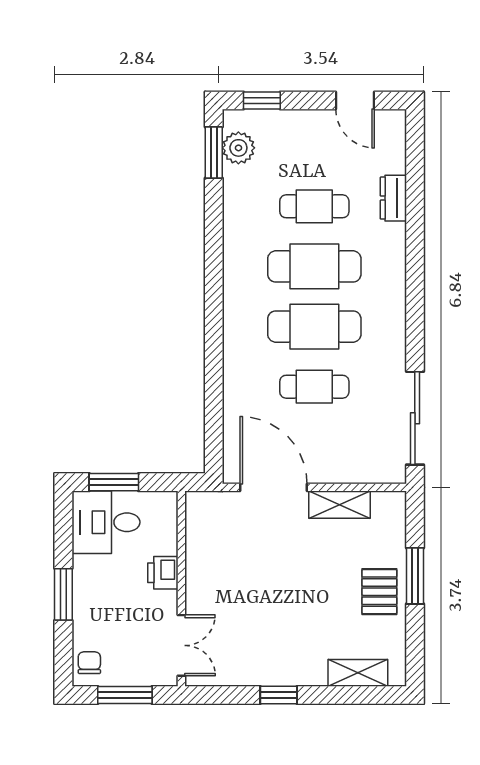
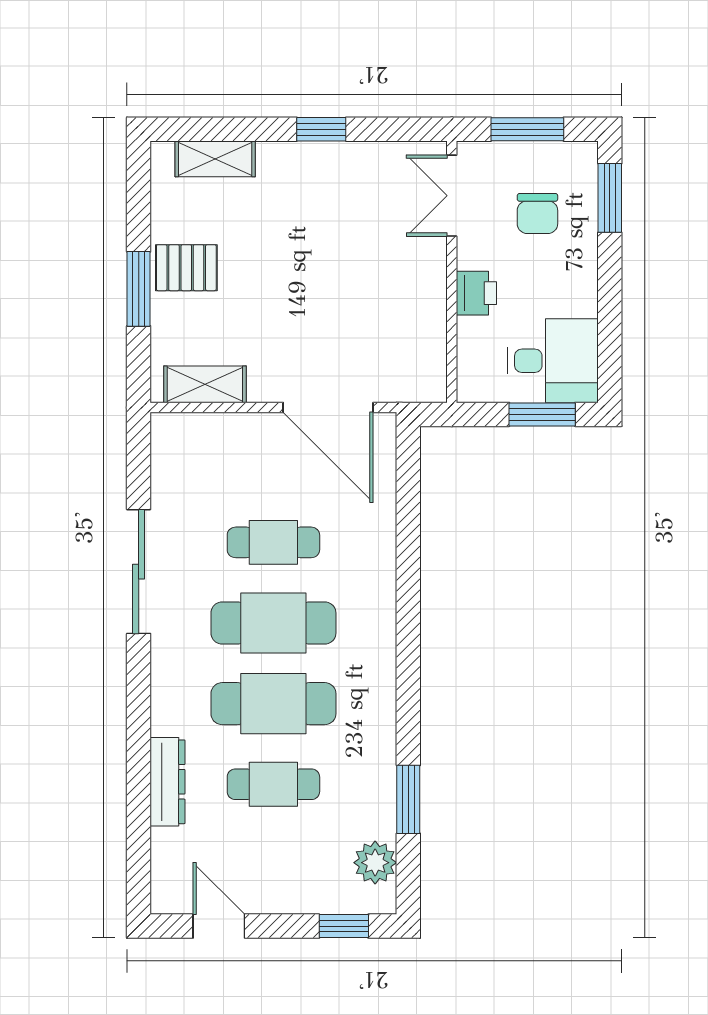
window: (214, 153) -> (408, 799), moved
dresser: (393, 198) -> (168, 782), width x1.44
sliding door: (415, 418) -> (139, 572), moved
shelving: (340, 505) -> (205, 384), moved
pallet: (379, 592) -> (186, 268), turned 90
window: (63, 594) -> (610, 198), moved
chair: (89, 663) -> (537, 214), moved, width x1.37, depth x1.37

